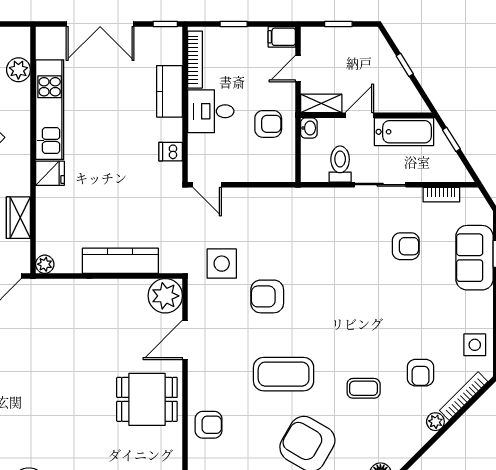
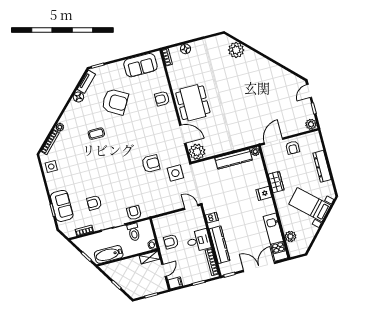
kitchen counter: (170, 91) -> (219, 245), width x1.50
kitchen unit: (50, 110) -> (276, 237), moved
door: (359, 115) -> (131, 257), removed
wardrobe: (18, 218) -> (276, 182), moved
kitchen counter: (120, 261) -> (234, 159), moved
door: (185, 340) -> (183, 134), hinge flipped
armchair: (421, 373) -> (134, 213), moved
coffee table: (284, 374) -> (134, 130), removed
dining table: (147, 399) -> (193, 103), width x1.38

